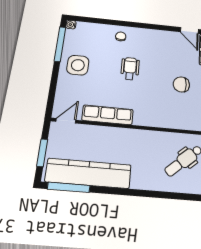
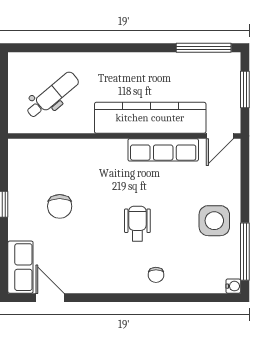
wheelchair: (130, 69) -> (137, 224), turned 180
chair: (181, 84) -> (60, 206), turned 90
kitchen counter: (88, 173) -> (150, 118), moved, turned 180

